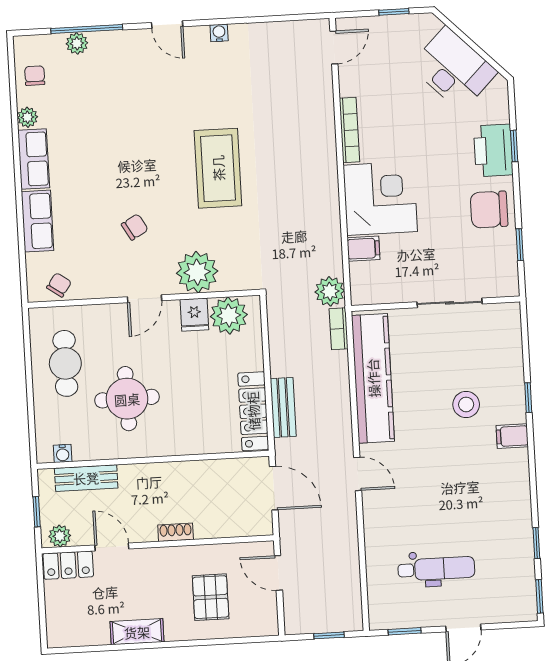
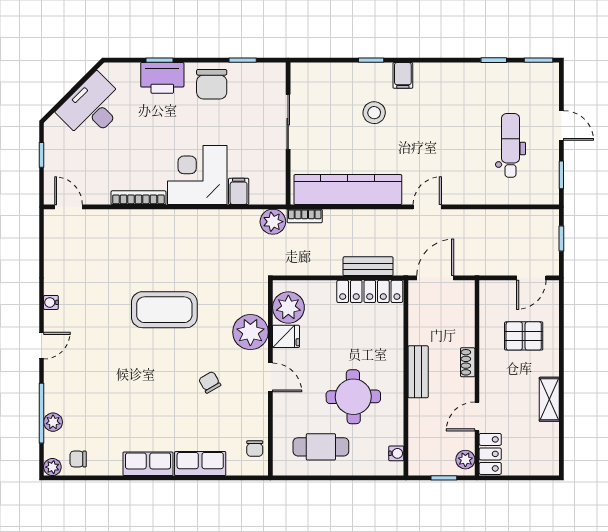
plant: (27, 117) -> (52, 467), moved
chair: (59, 285) -> (255, 448), turned -125
bench: (86, 478) -> (418, 372), moved
door: (278, 573) -> (531, 278), moved

